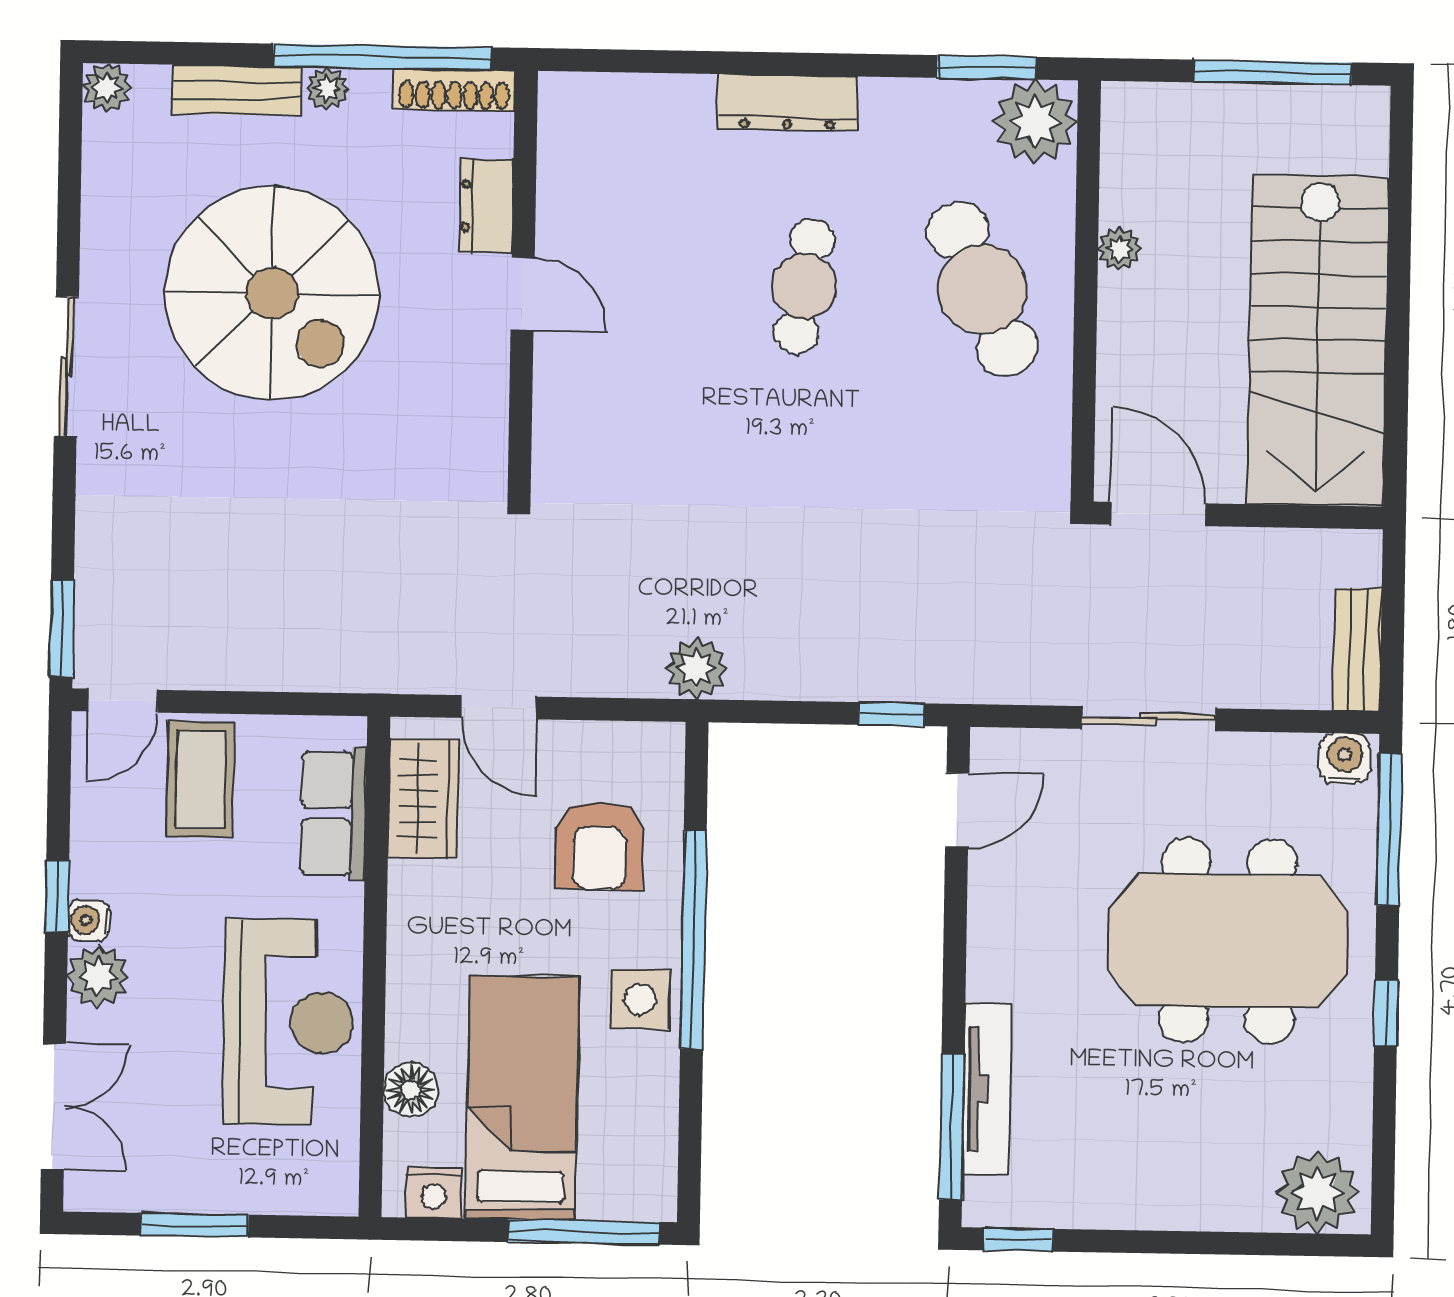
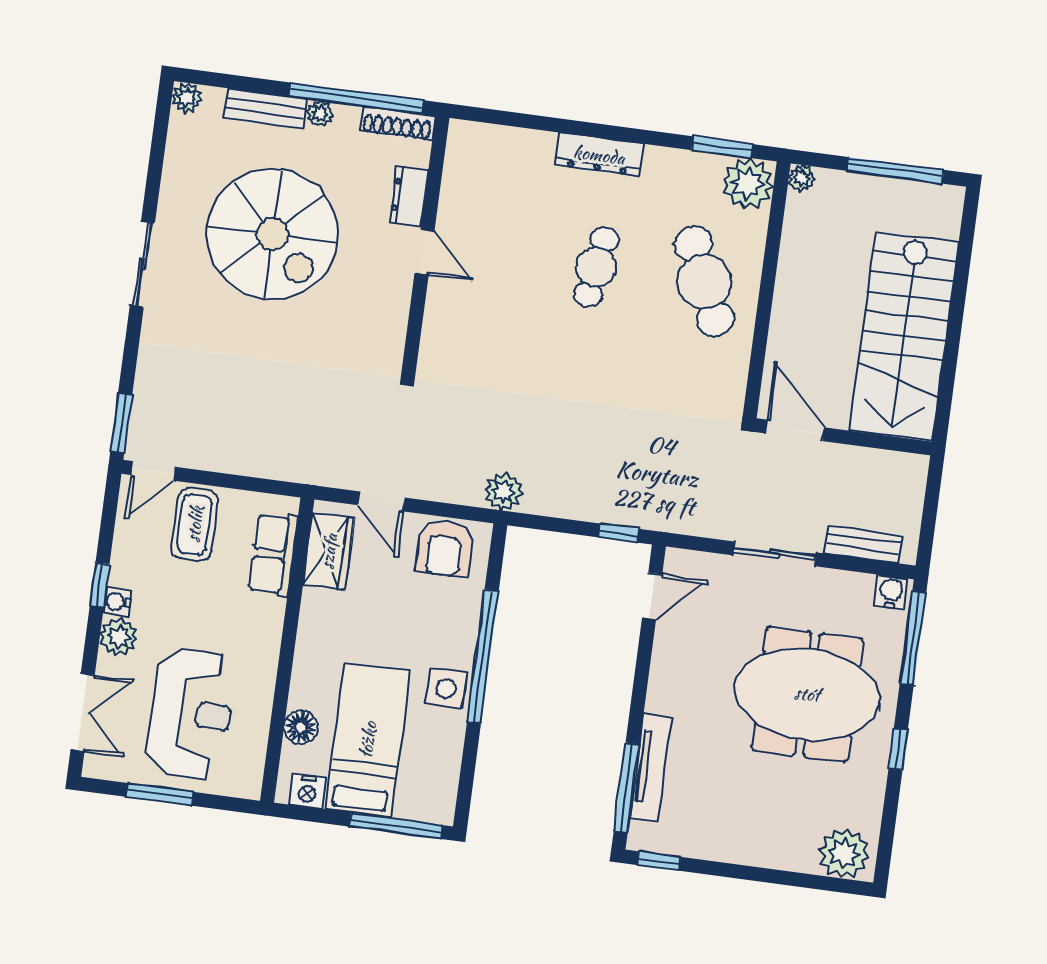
plant: (1119, 249) -> (802, 178), moved
bench: (1358, 650) -> (863, 544), moved, turned 90
armchair: (599, 846) -> (444, 548), moved
reception desk: (288, 1022) -> (191, 714), moved

